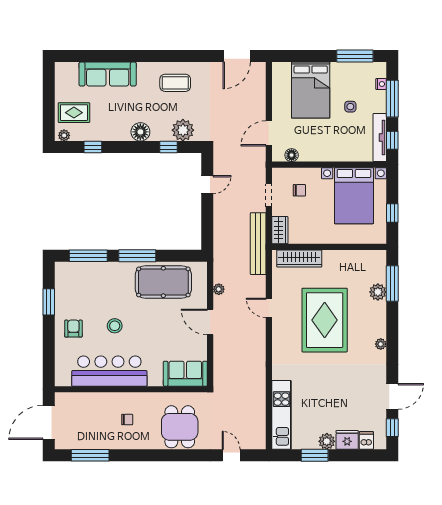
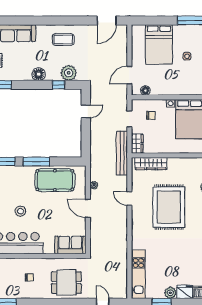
dining table: (180, 427) -> (66, 283), turned 90

